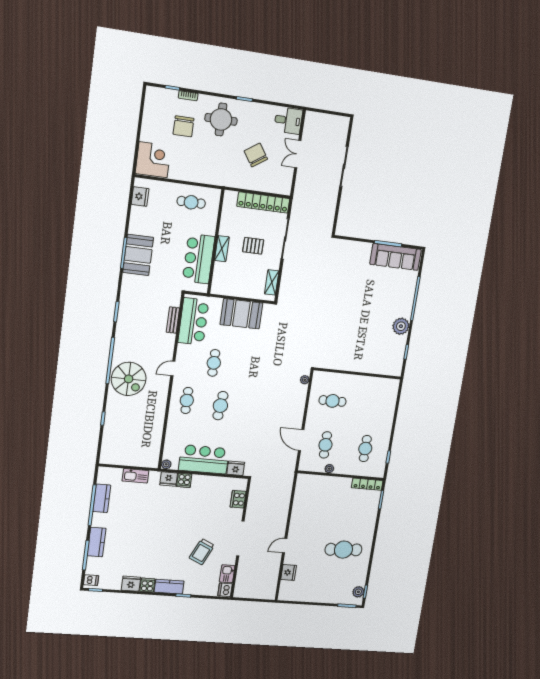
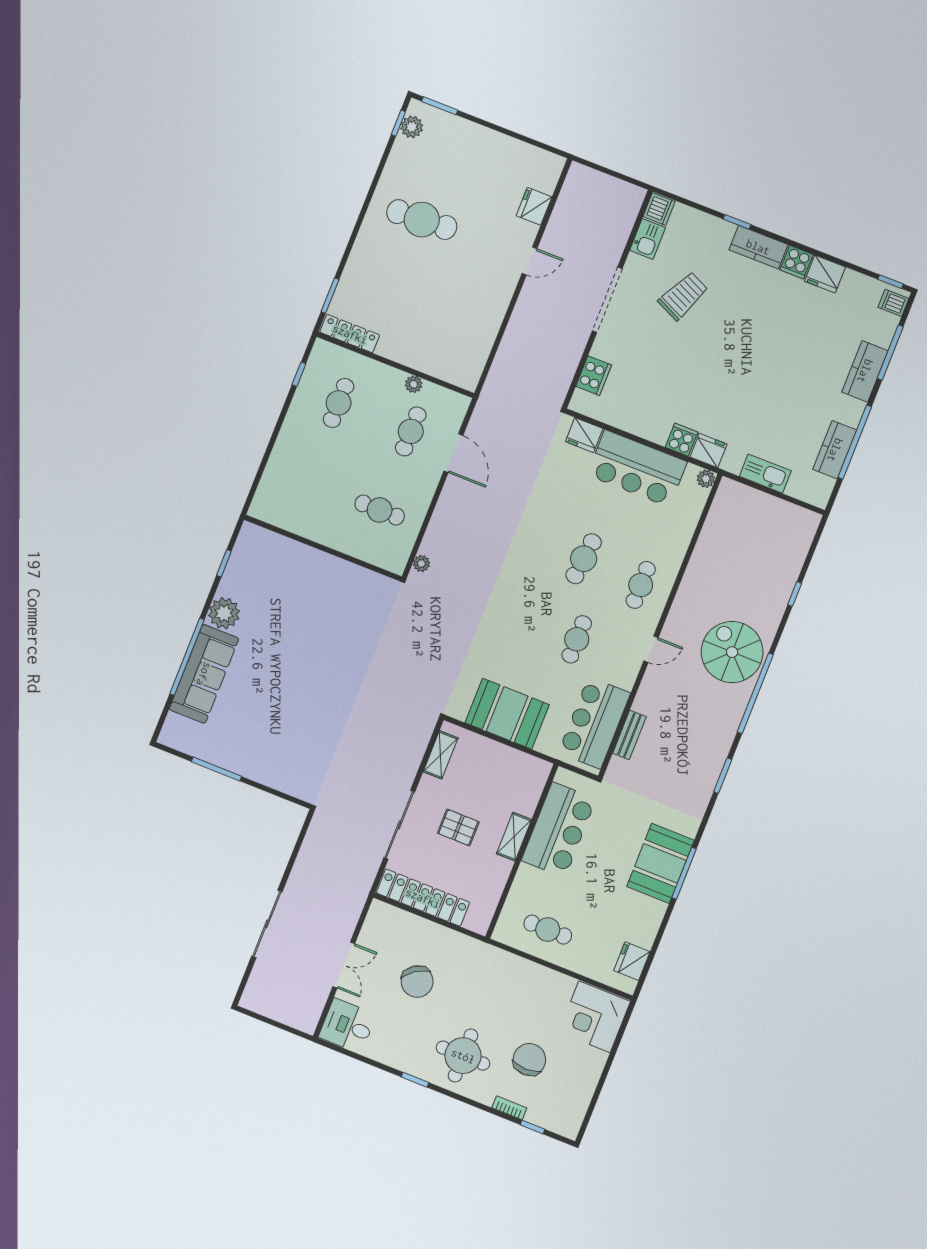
sofa: (396, 257) -> (204, 674), moved, turned 90

